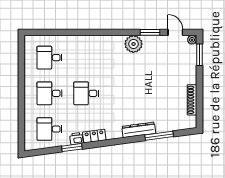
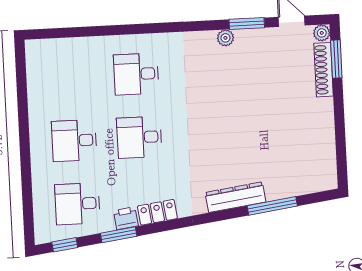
plant: (133, 44) -> (225, 38), width x0.53, depth x0.53
desk: (50, 58) -> (136, 74), moved
shoe rack: (192, 100) -> (324, 70), moved
window: (41, 152) -> (65, 245), added

